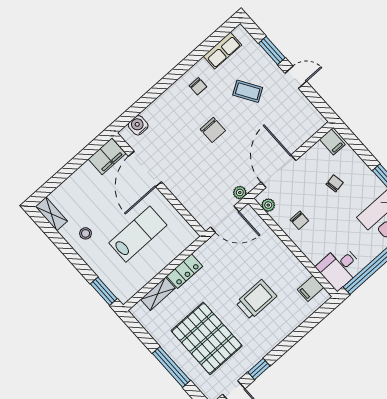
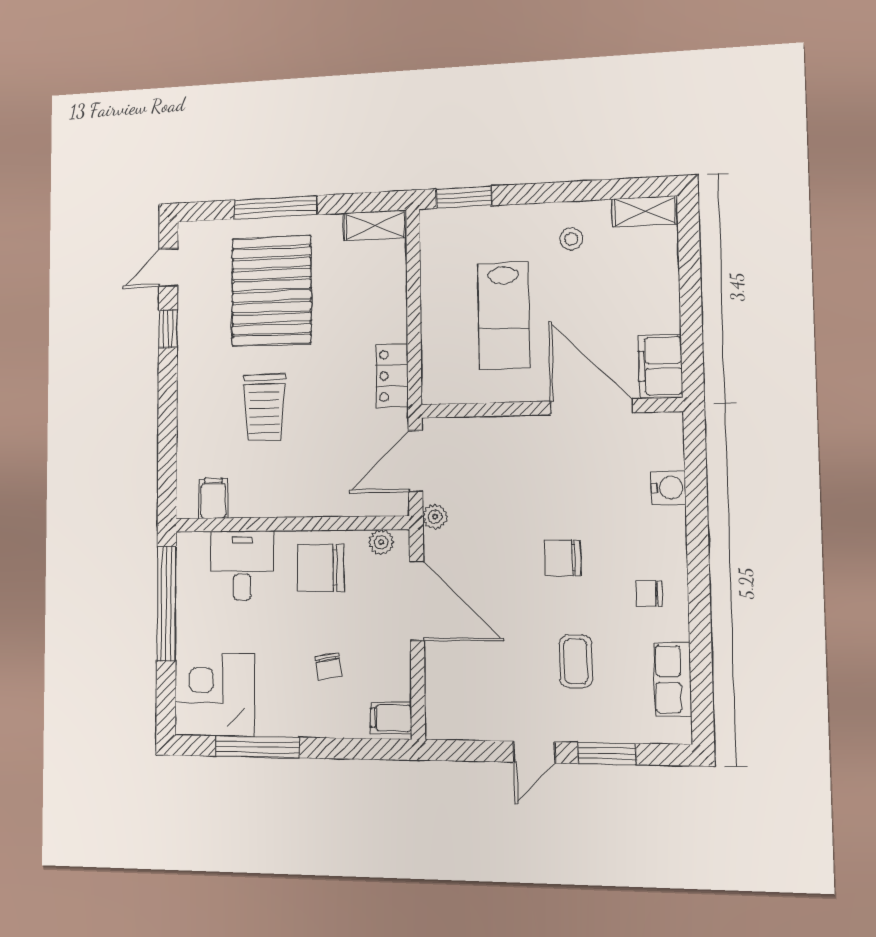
coffee table: (248, 91) -> (576, 661), turned -58
water cooler: (138, 125) -> (668, 488), moved
chair: (299, 220) -> (321, 568), width x1.87, depth x1.87
desk: (340, 267) -> (242, 566), moved
locker: (185, 271) -> (392, 376), moved
shelving: (158, 294) -> (375, 225), moved, turned 90
pallet: (207, 338) -> (272, 291), turned 90

